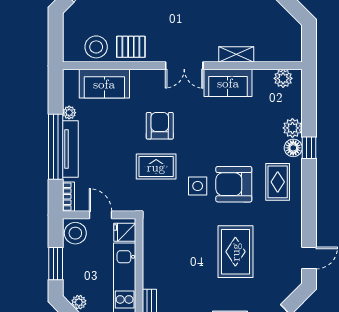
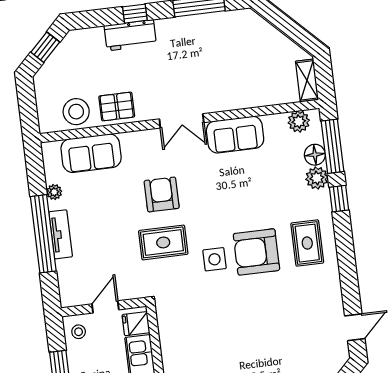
shelving: (236, 54) -> (307, 80), moved, turned 90
window: (309, 103) -> (333, 146), added
floor lamp: (293, 148) -> (315, 155), moved
tv unit: (70, 149) -> (61, 234), width x0.71
bookcase: (69, 197) -> (65, 290), removed
door: (100, 215) -> (105, 307), hinge flipped
stool: (75, 233) -> (79, 332), width x0.53, depth x0.53
rug: (235, 252) -> (268, 330), removed

